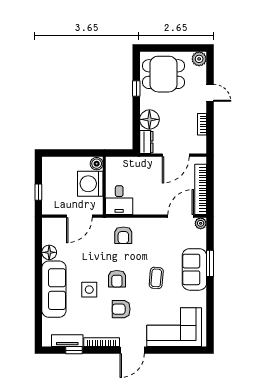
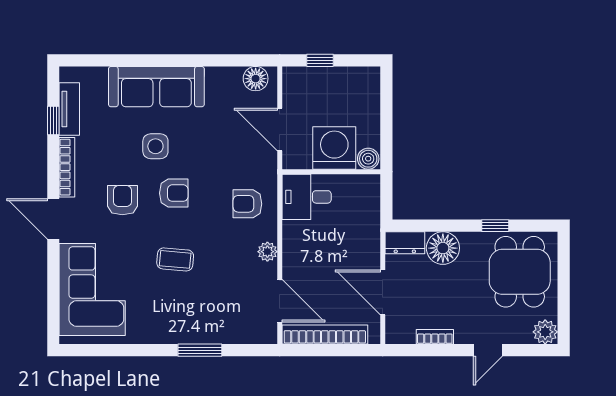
plant: (201, 223) -> (267, 252), moved
floor lamp: (49, 252) -> (256, 79), moved
sofa: (194, 269) -> (190, 324), removed
armchair: (117, 279) -> (174, 193), turned 180

